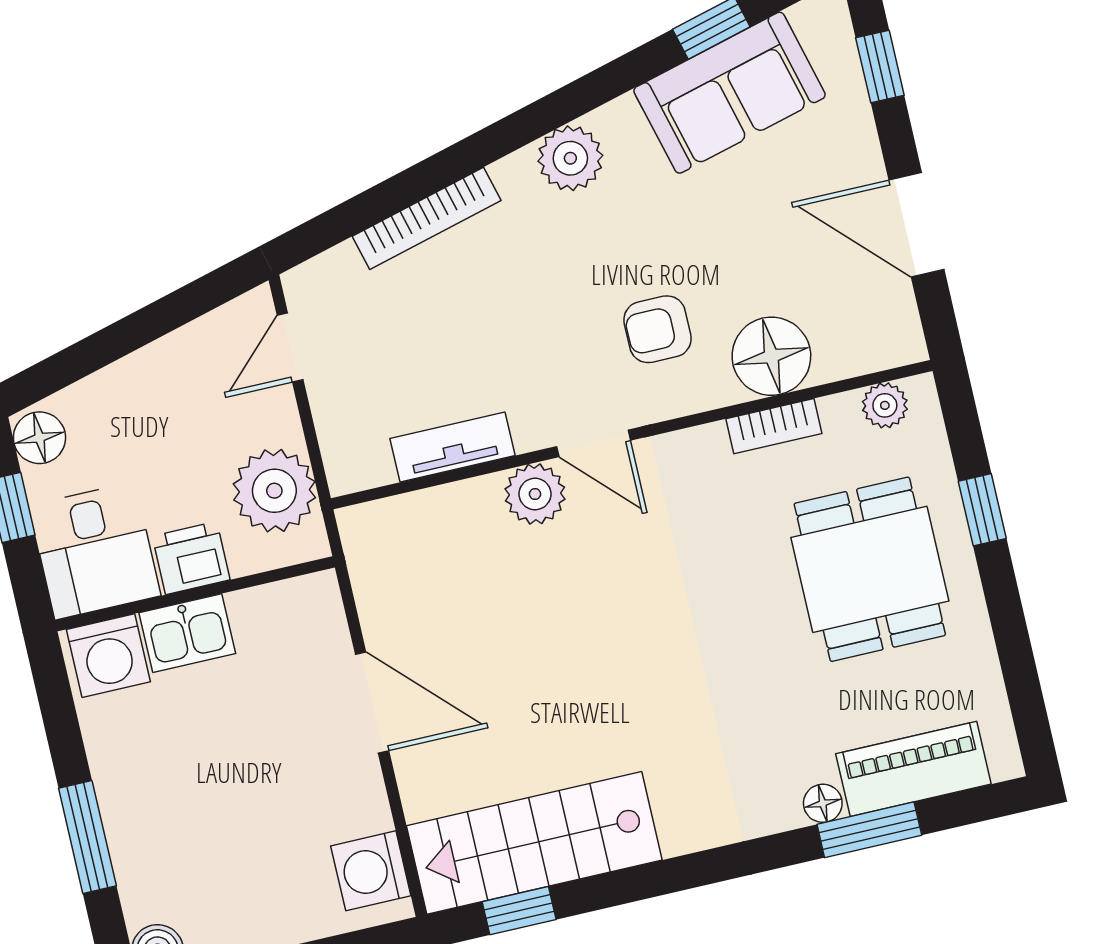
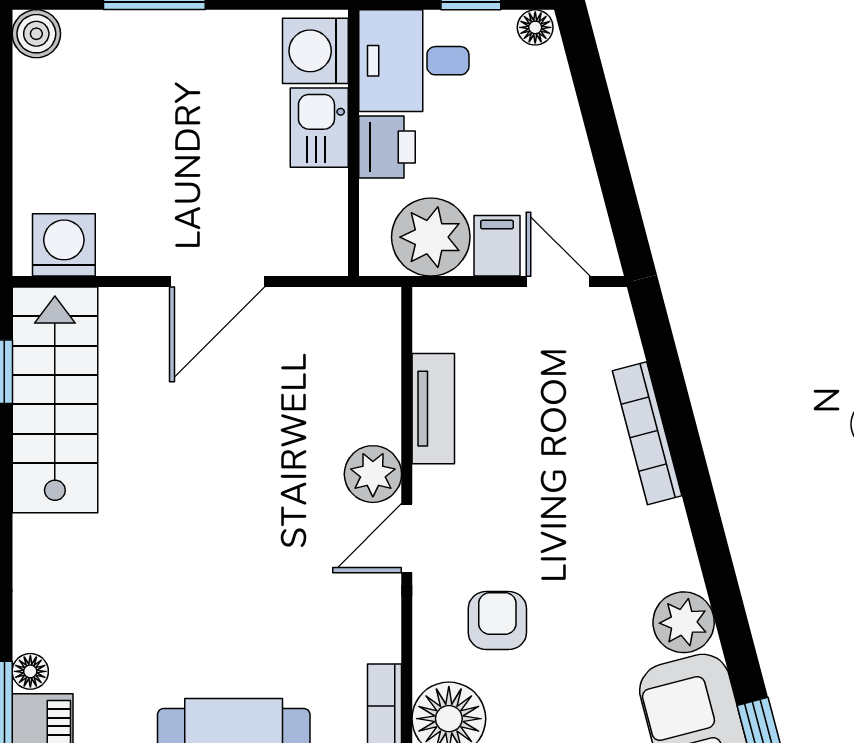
plant: (570, 158) -> (684, 622), moved
filing cabinet: (268, 420) -> (497, 246), added
floor lamp: (39, 438) -> (535, 27), width x0.73, depth x0.73

